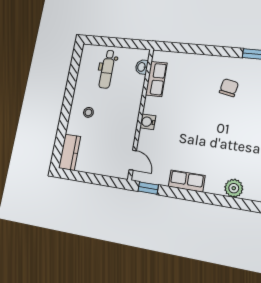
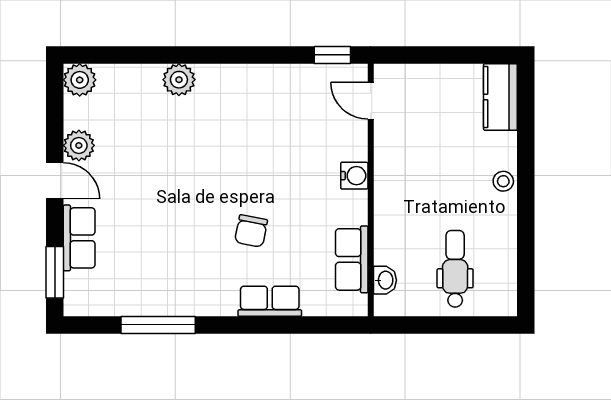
chair: (229, 88) -> (251, 231), moved
stool: (88, 112) -> (503, 181), moved
row of seats: (187, 181) -> (270, 301), moved, turned 180

